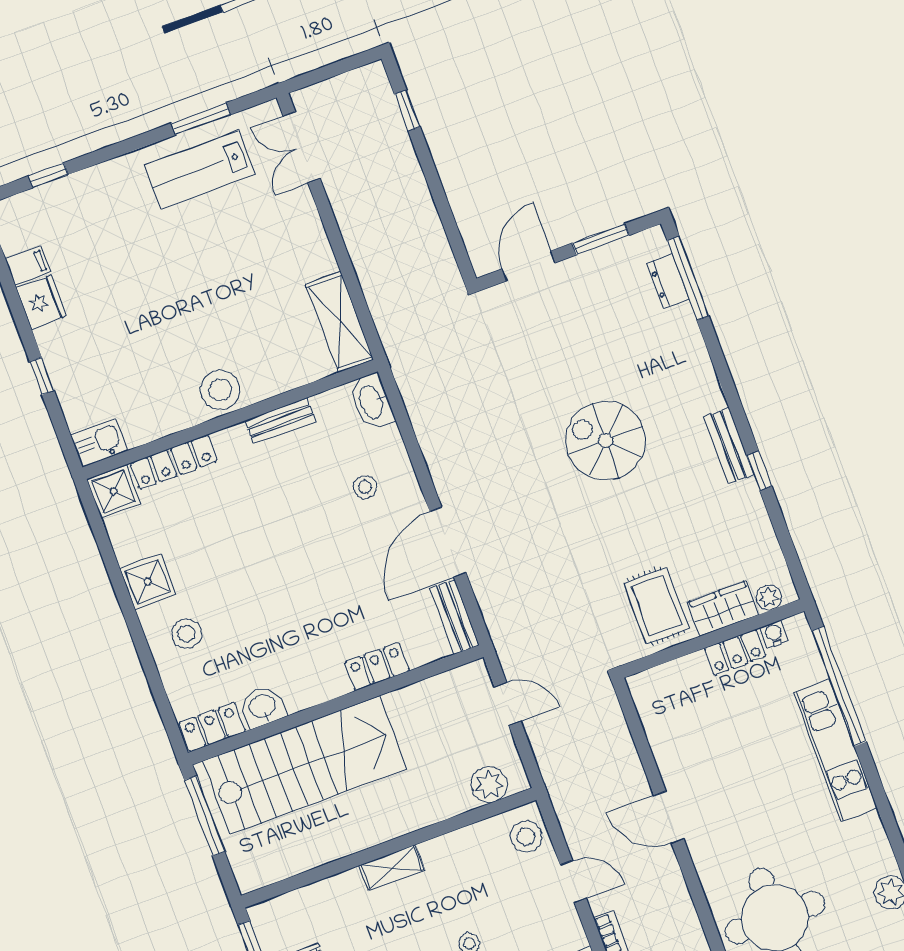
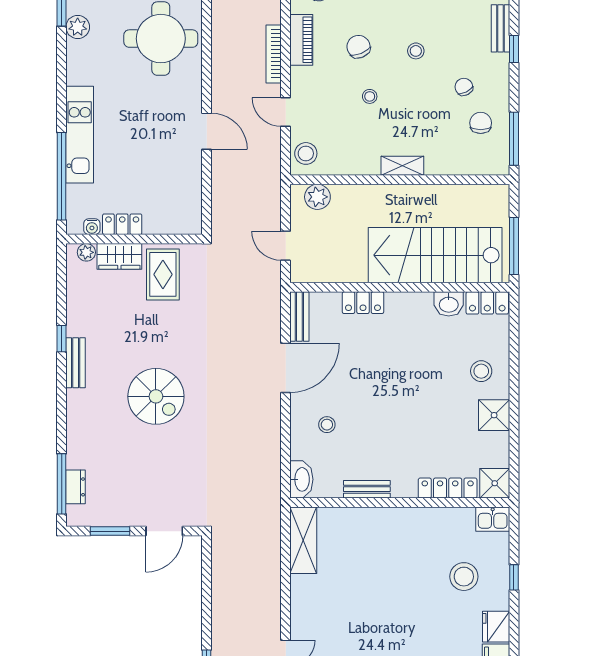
stool: (220, 390) -> (464, 577), moved

